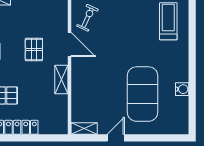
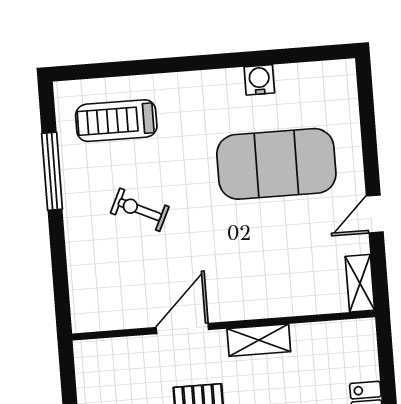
exercise bike: (88, 18) -> (140, 210), moved
door: (116, 138) -> (375, 214), hinge flipped

